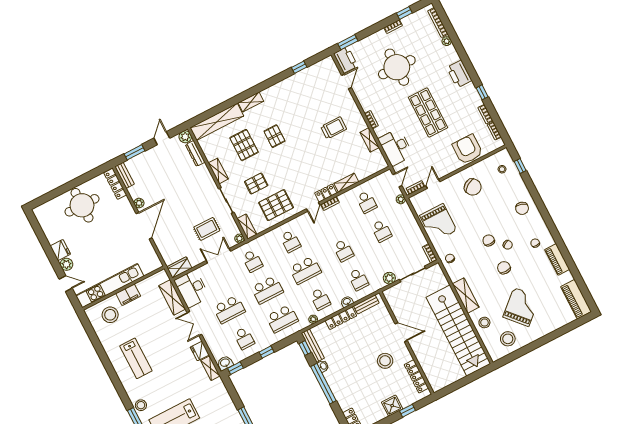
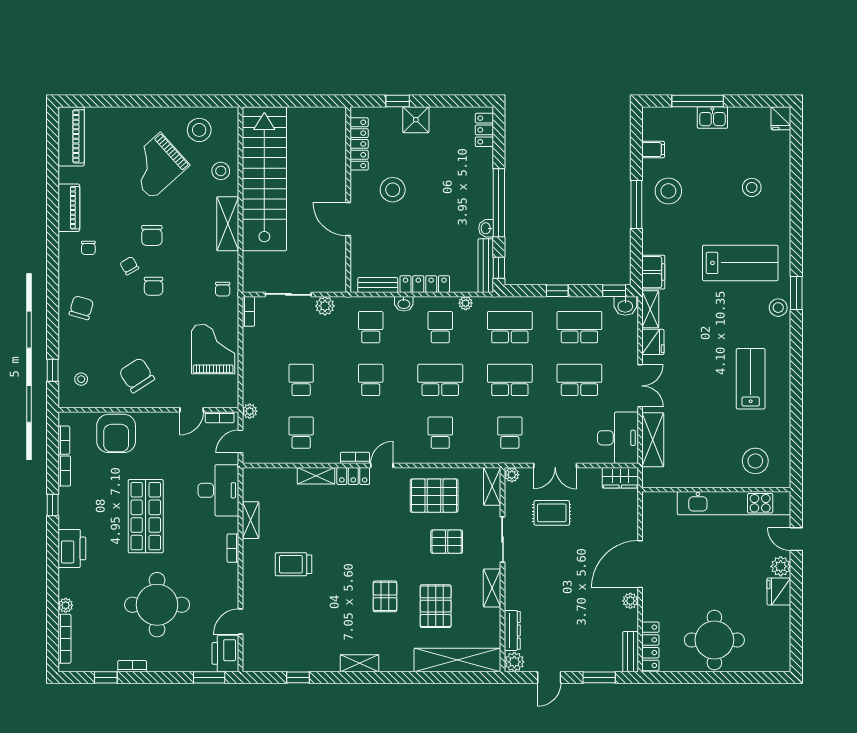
shelving: (251, 102) -> (360, 663), moved
filing cabinet: (128, 295) -> (653, 272), moved, turned 90
school desk: (244, 338) -> (579, 327), width x1.85

